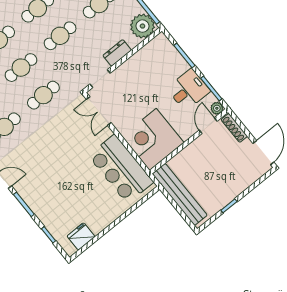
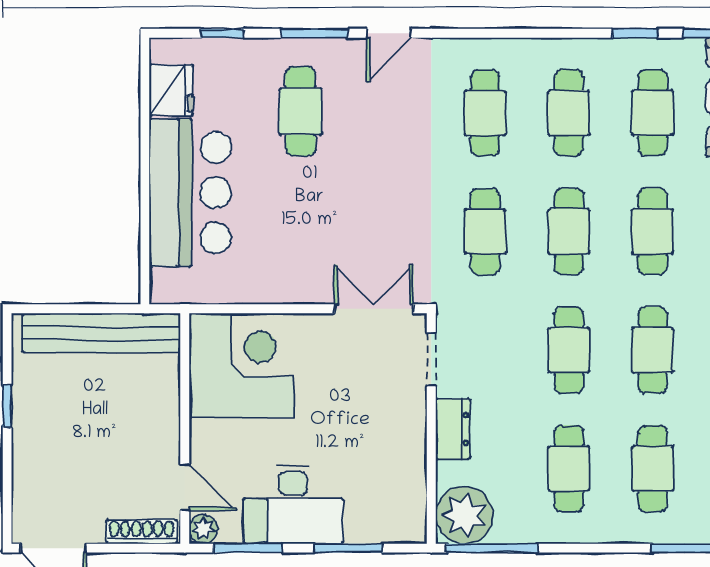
desk: (188, 90) -> (293, 505), width x1.37
bar counter: (121, 169) -> (190, 193), moved, turned 90
cafe table: (53, 188) -> (300, 111), added

